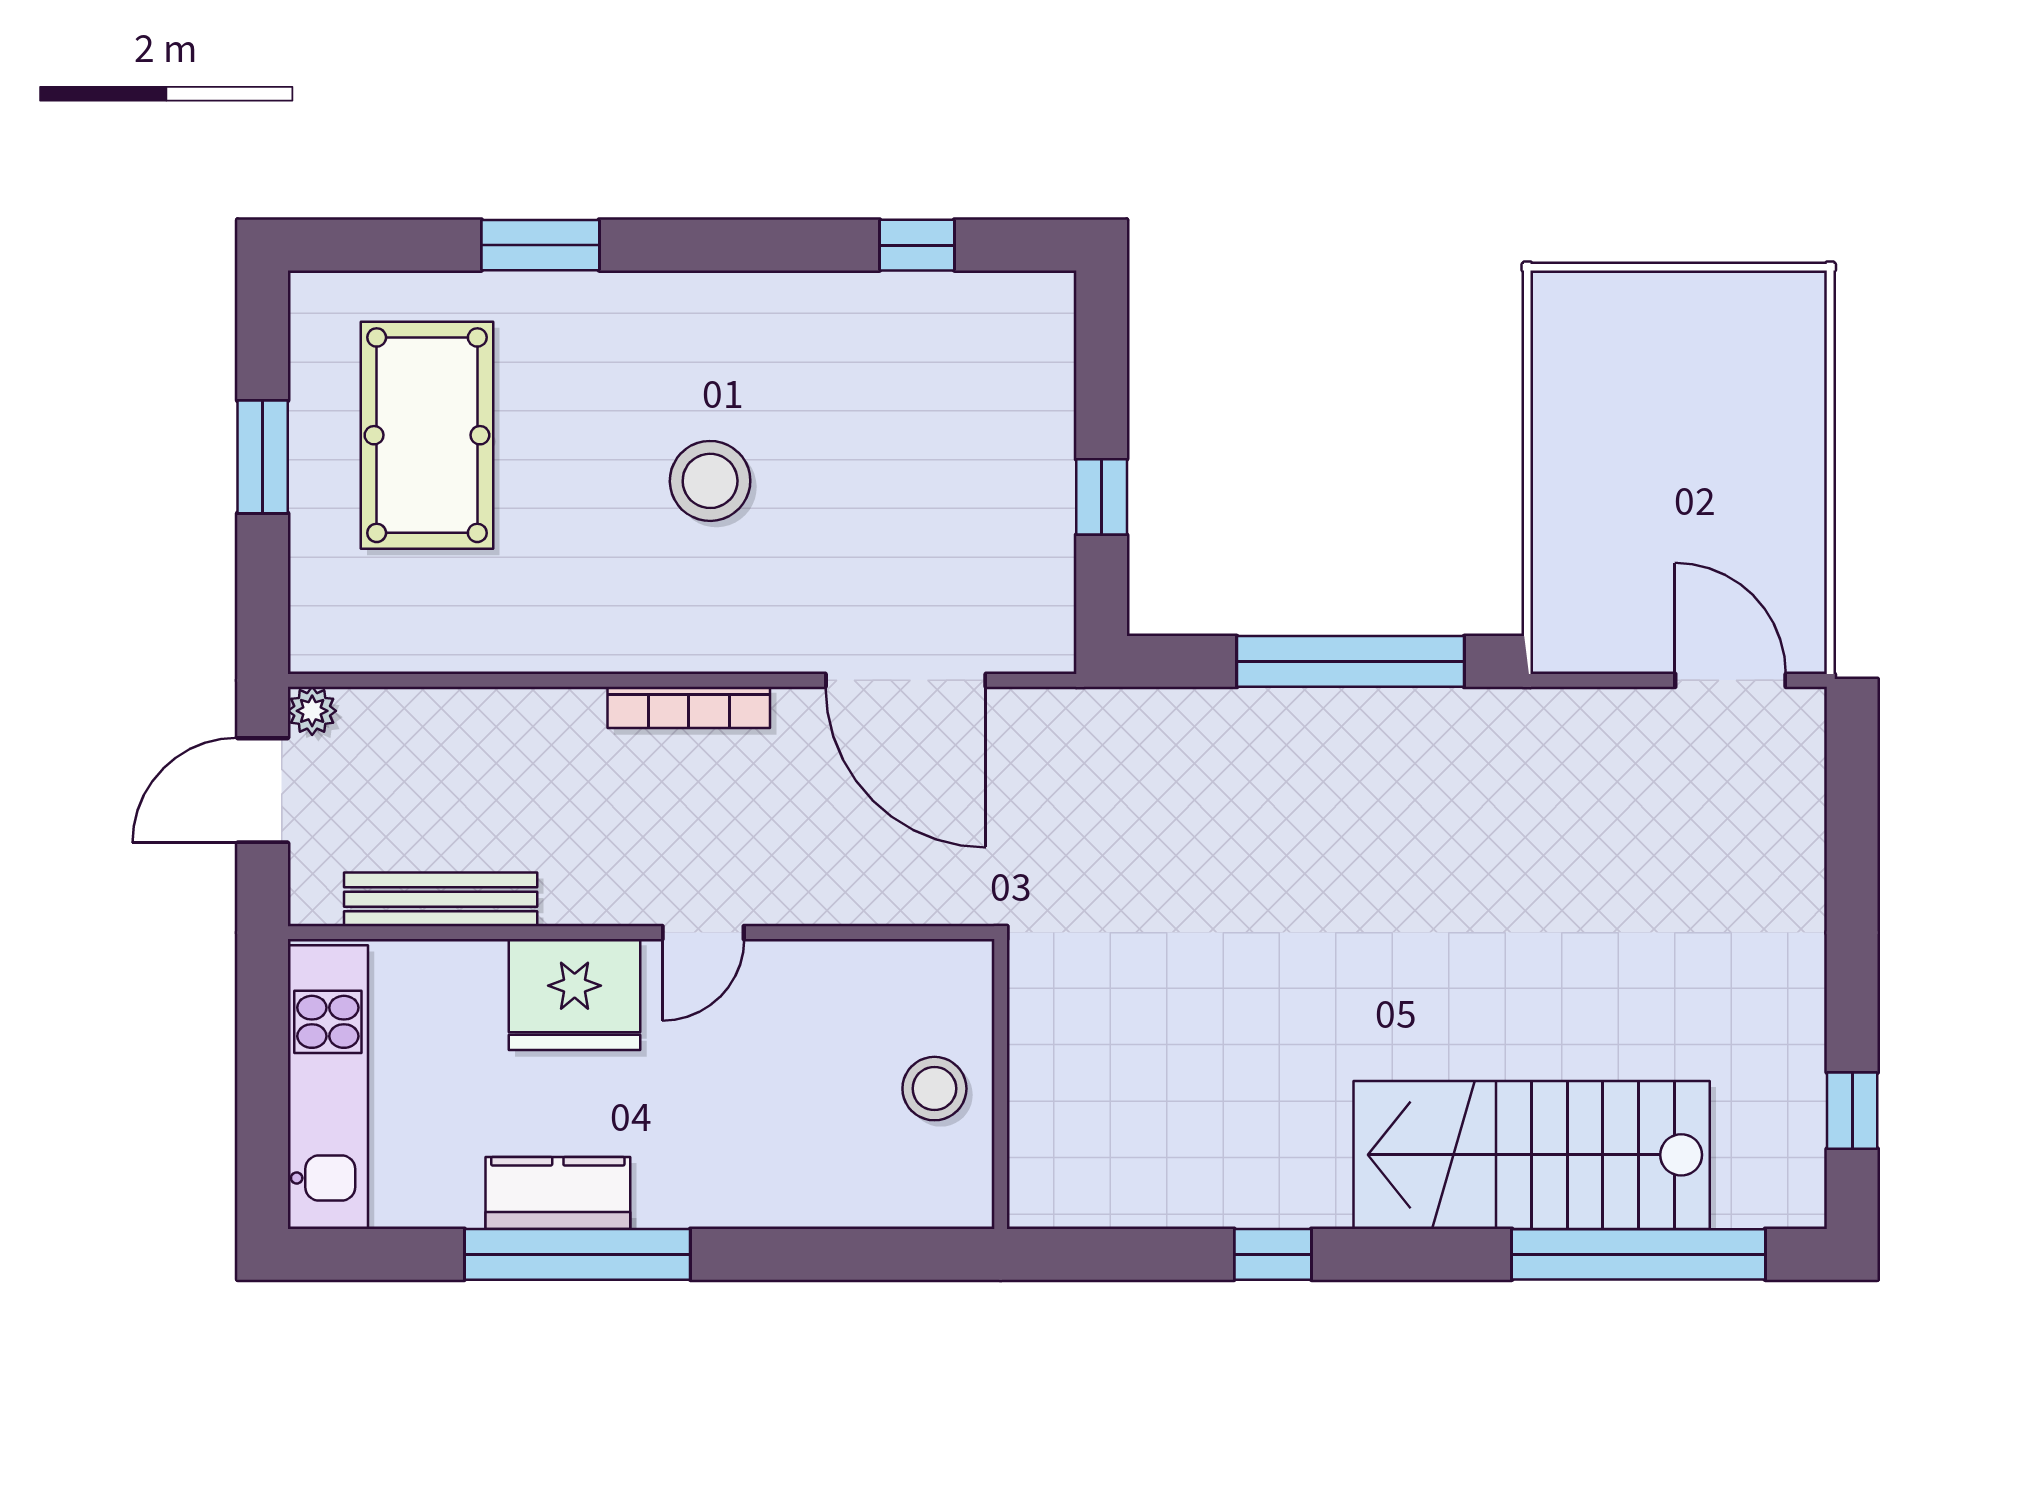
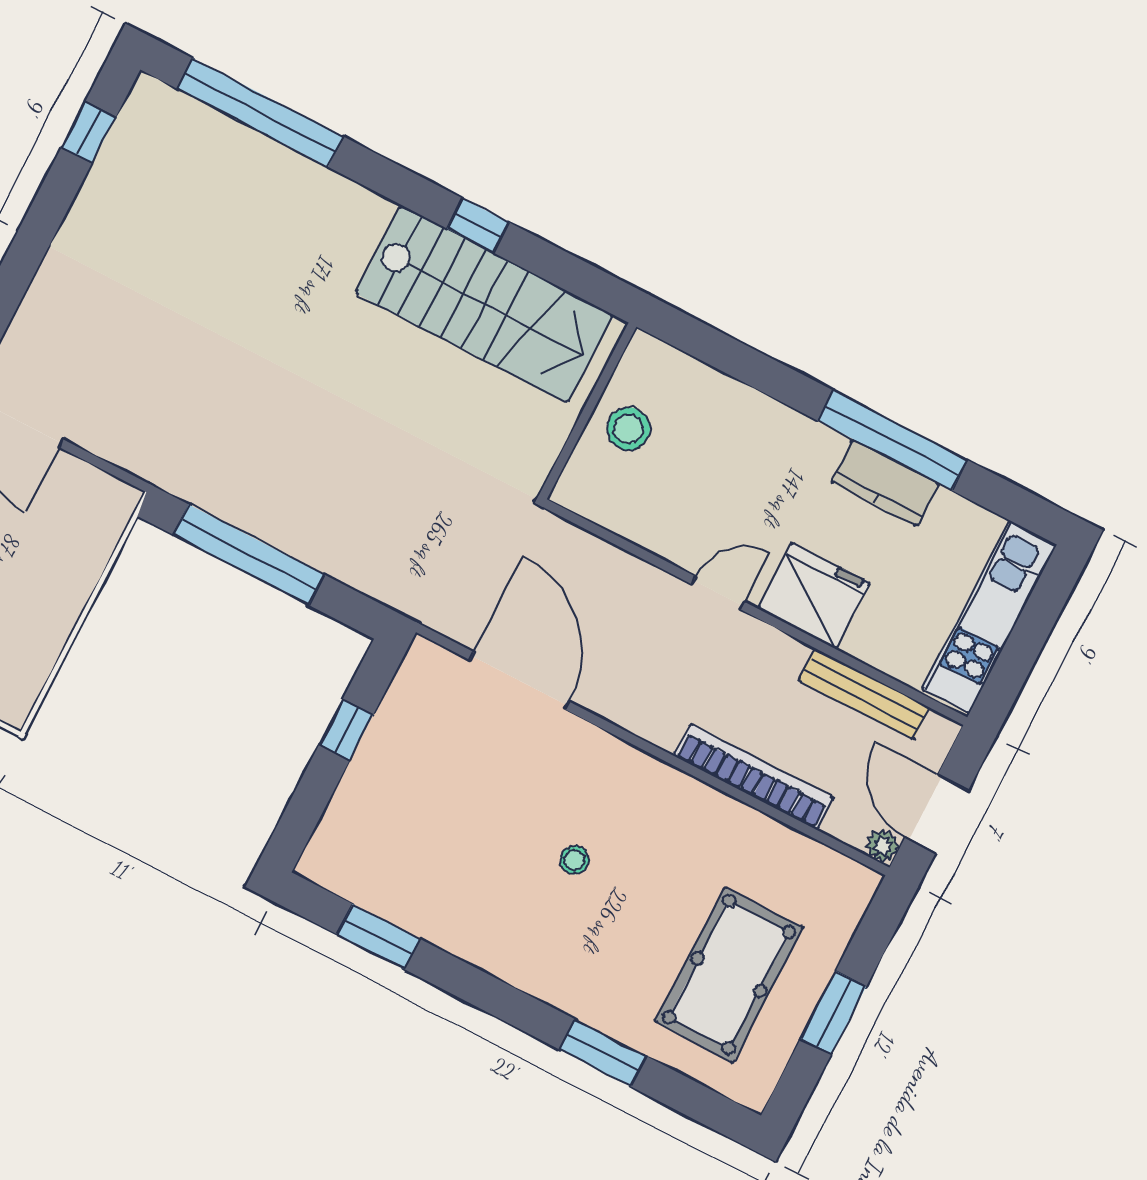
window: (917, 245) -> (378, 937), width x1.50
stool: (710, 481) -> (574, 860), width x0.53, depth x0.53
bookcase: (689, 707) -> (754, 777), moved, width x1.48, depth x1.31
door: (263, 790) -> (937, 814), swing flipped
stairs: (1532, 1155) -> (485, 304), moved

